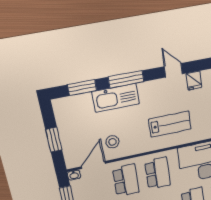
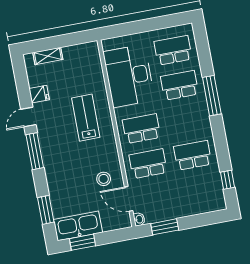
window: (126, 79) -> (35, 151), moved
kitchen sink: (116, 98) -> (78, 226), moved, turned -90
window: (54, 140) -> (83, 242), moved

